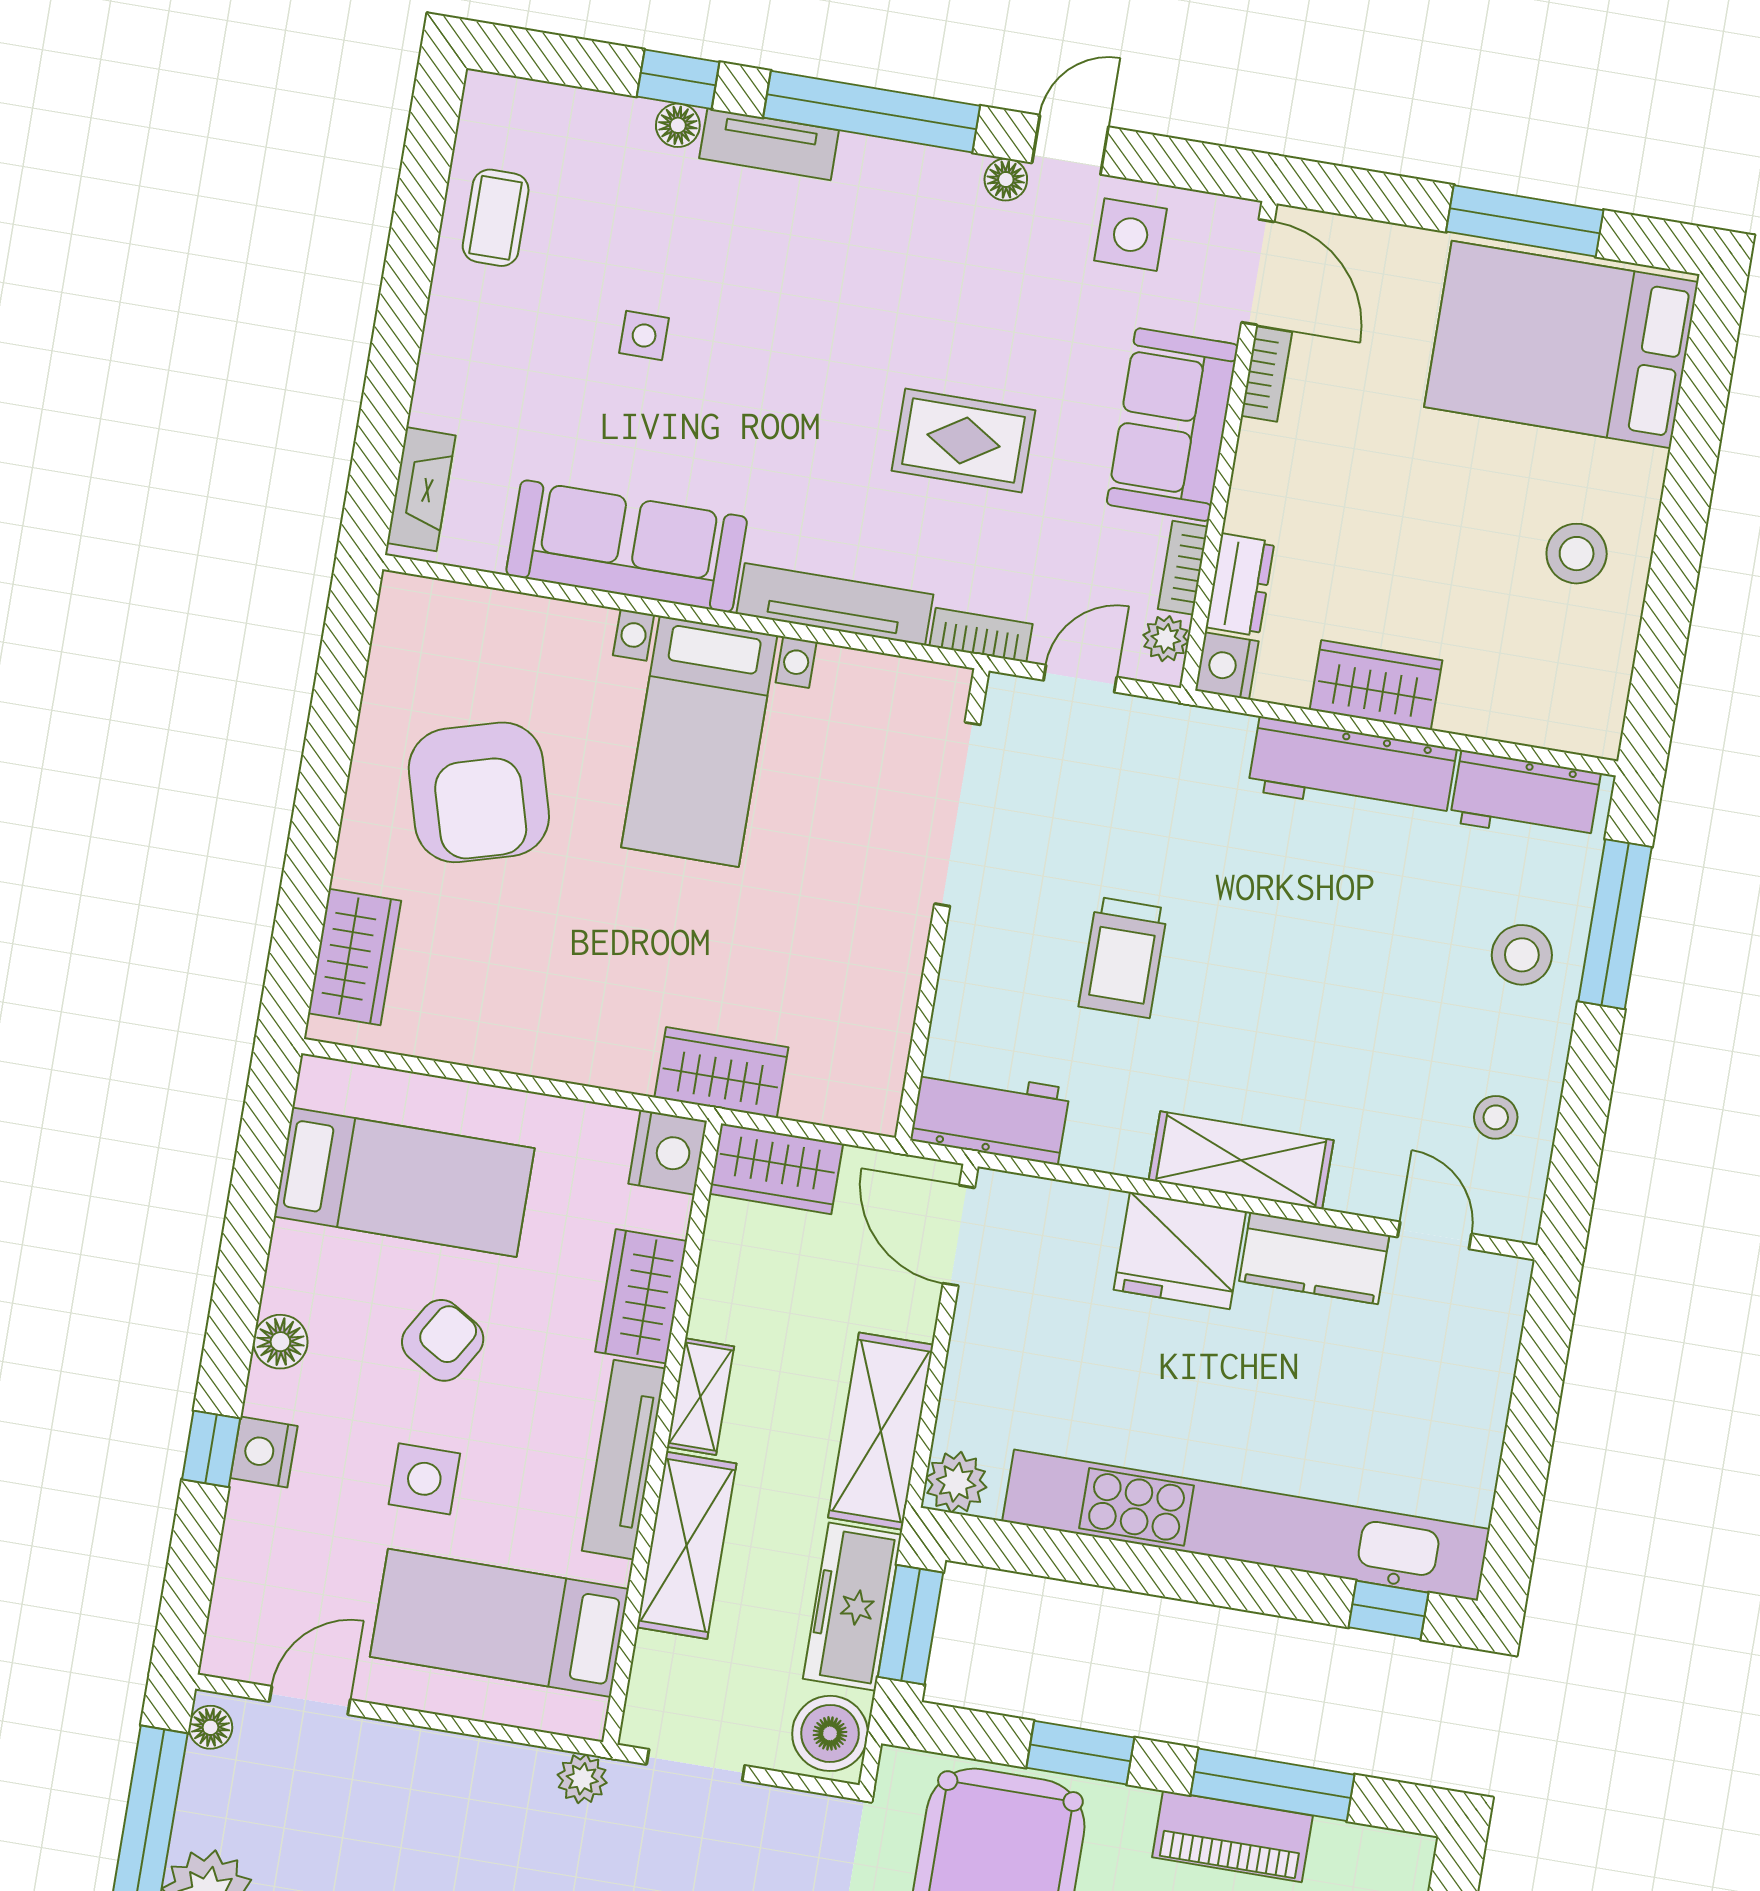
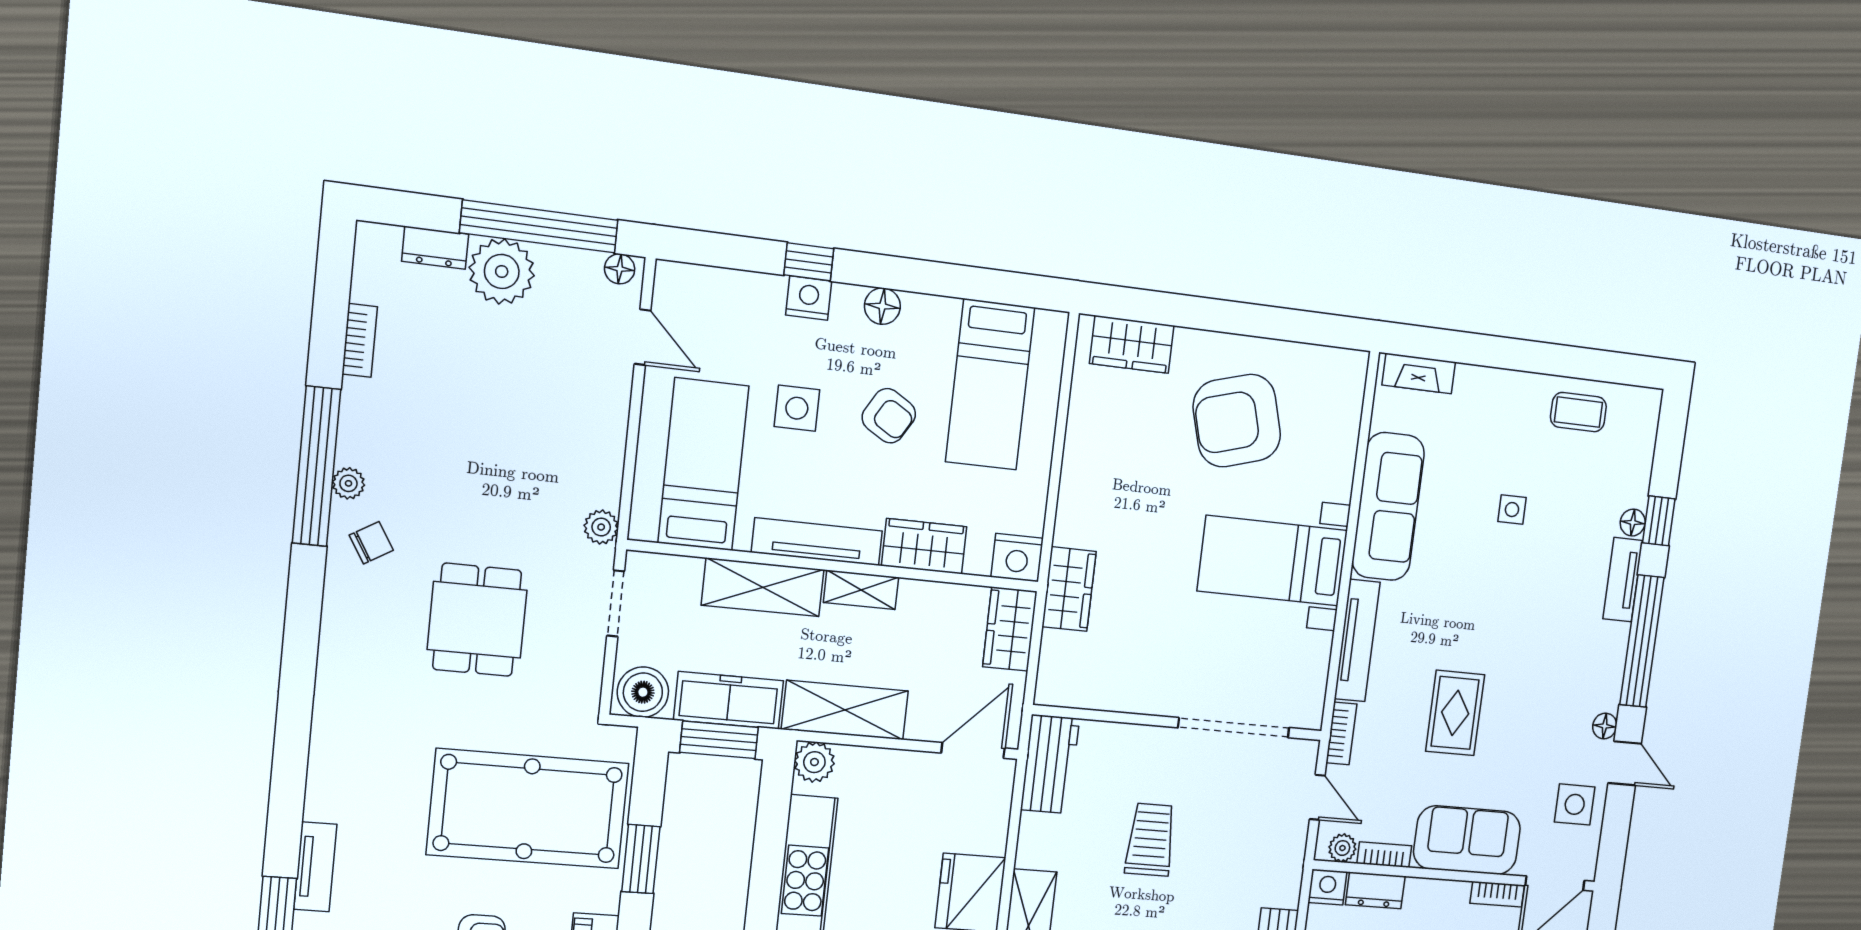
trolley: (1123, 958) -> (1150, 840), turned 90

